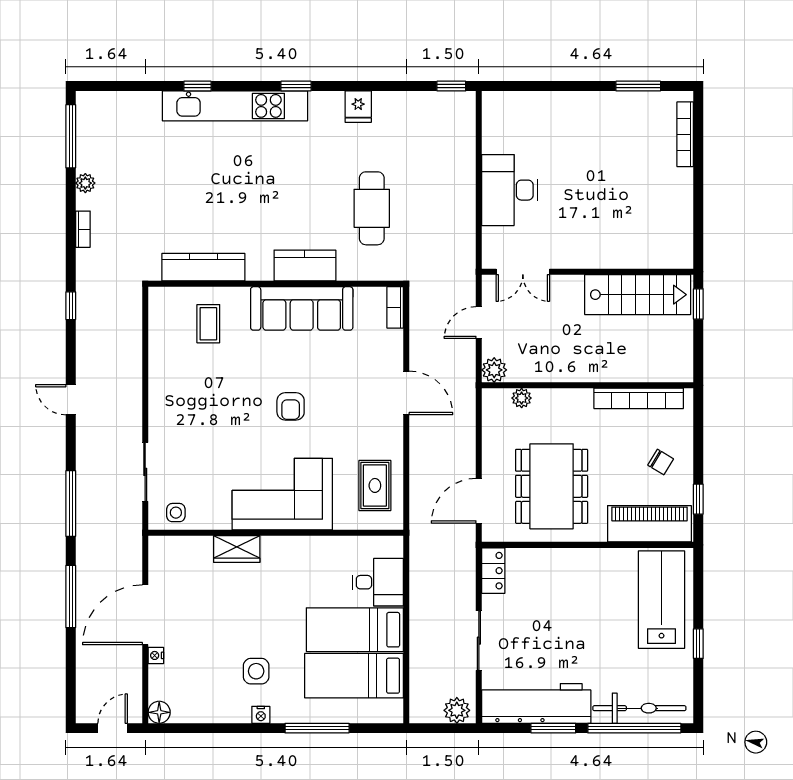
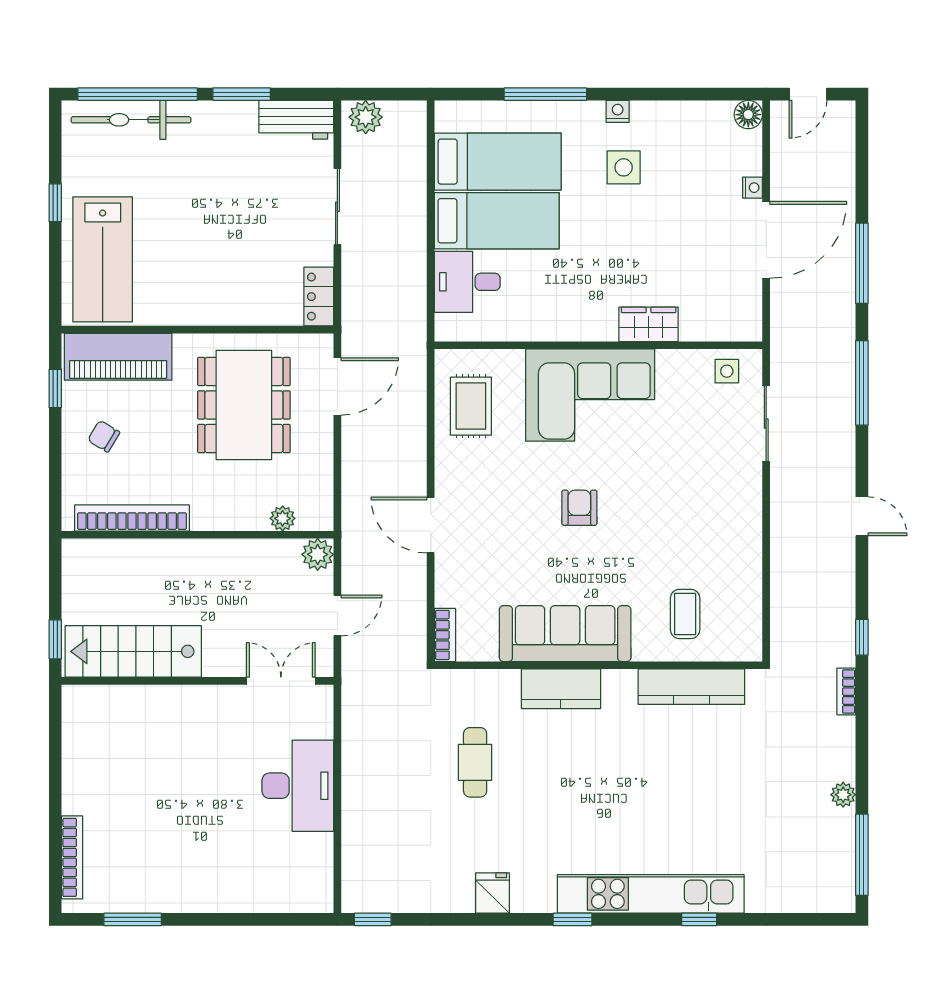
cafe table: (372, 208) -> (475, 762), width x0.73, depth x0.74
bookcase: (83, 229) -> (846, 692), moved
workbench: (536, 703) -> (296, 120), width x0.53, depth x0.76

